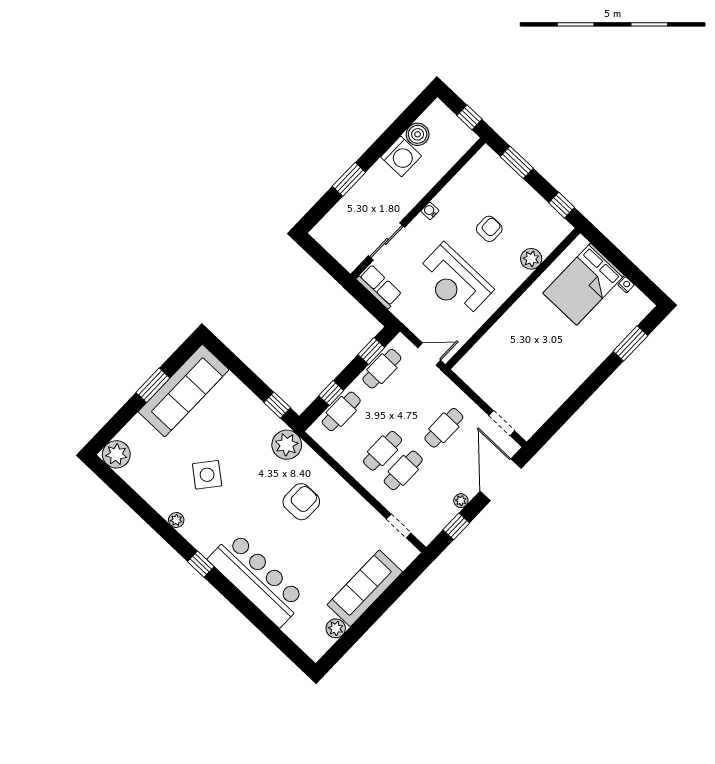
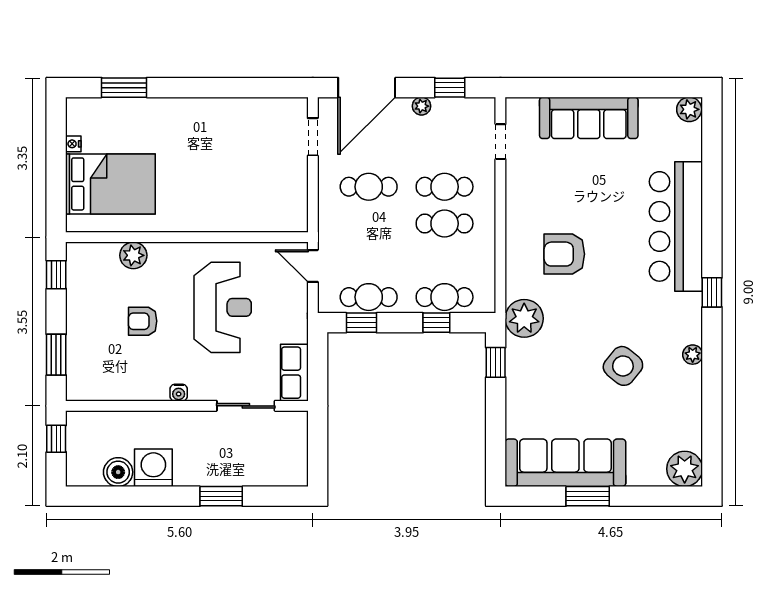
plant: (336, 628) -> (689, 109), moved

